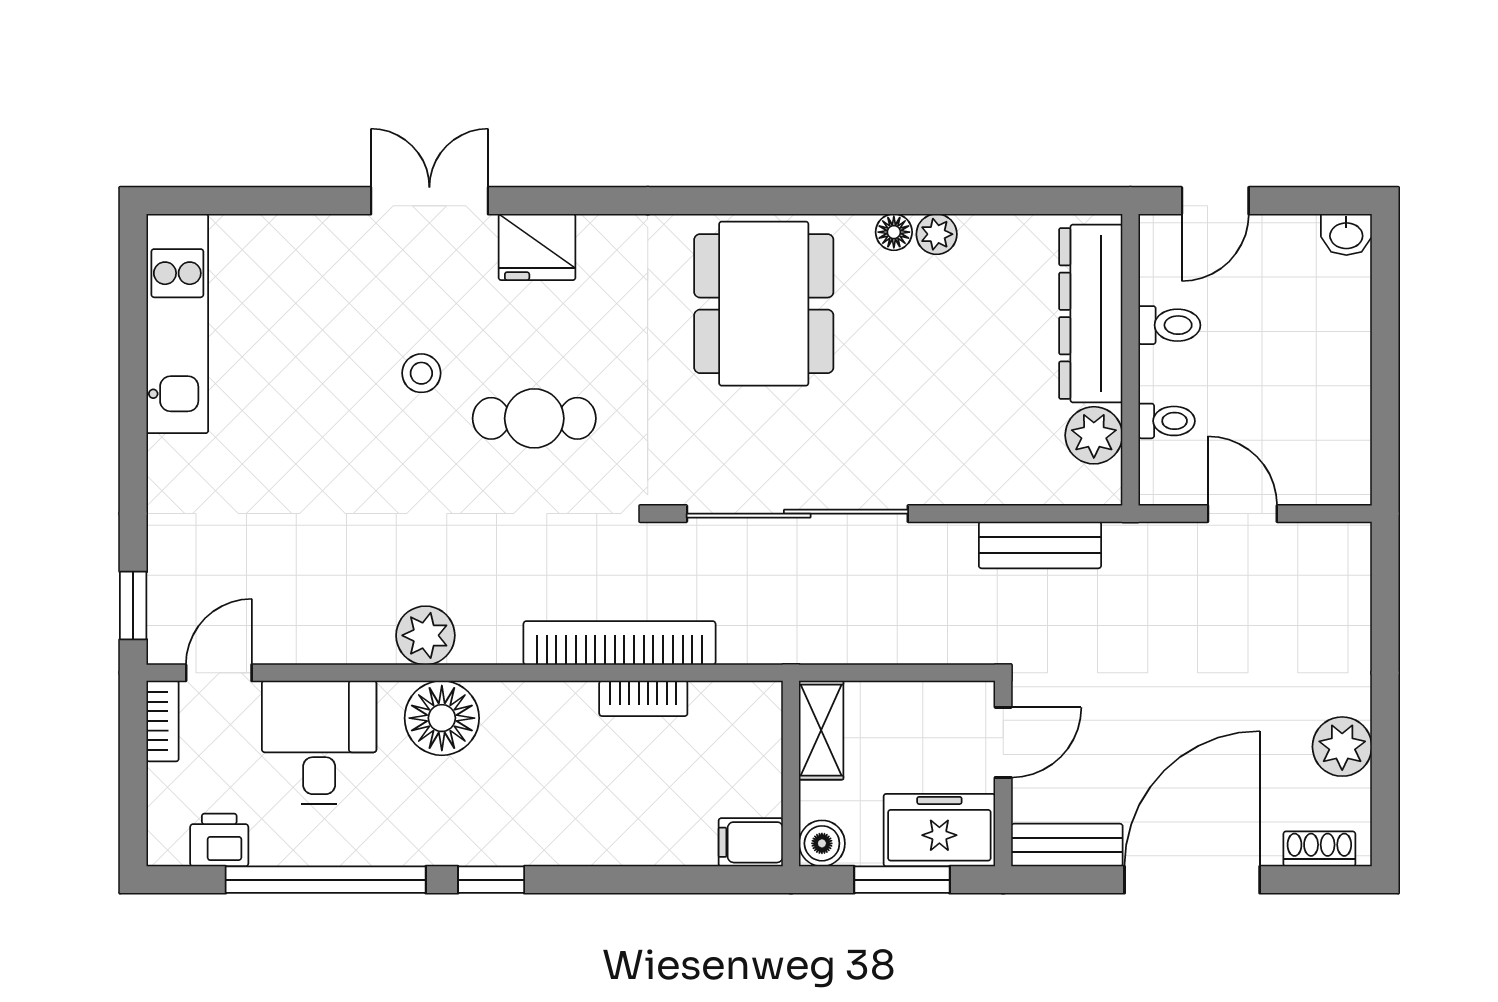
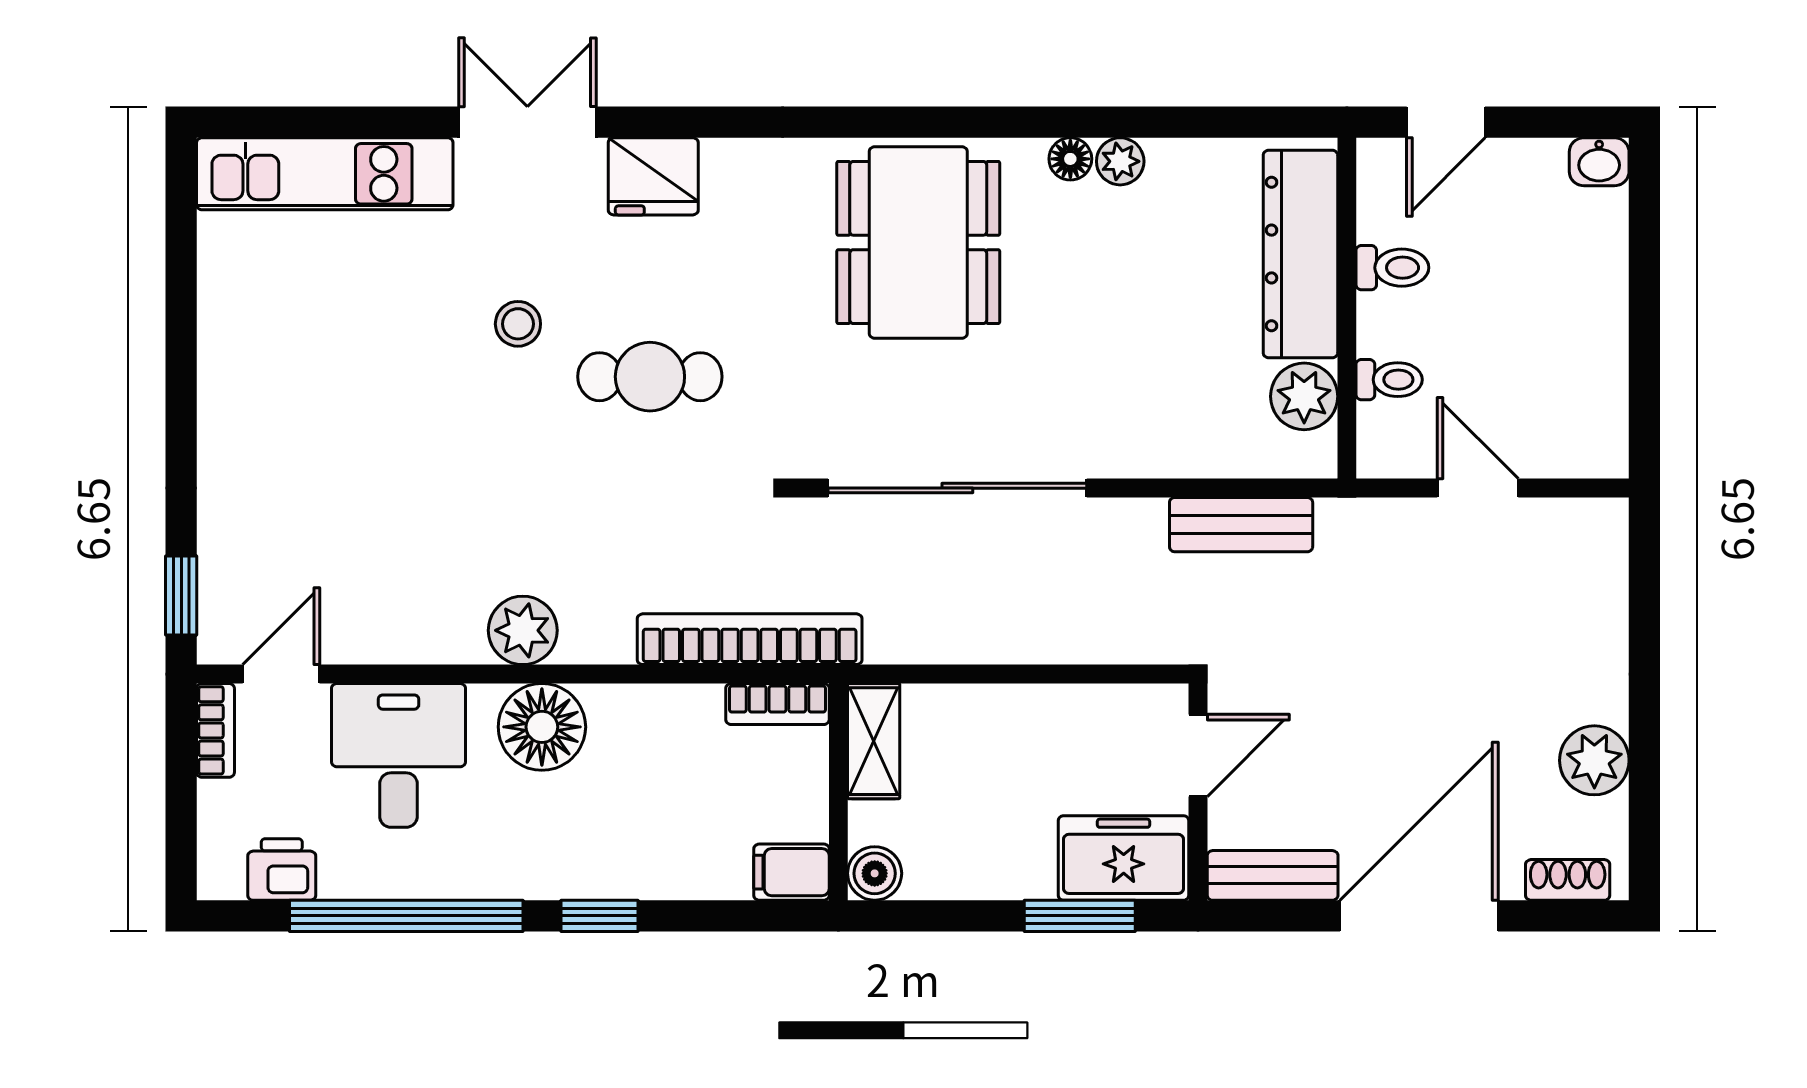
kitchen unit: (177, 324) -> (325, 174), moved, turned 90
shelving: (821, 730) -> (874, 741), moved
wall: (791, 774) -> (838, 792), moved
filing cabinet: (751, 842) -> (791, 872), moved
boiler: (822, 843) -> (875, 873), moved

